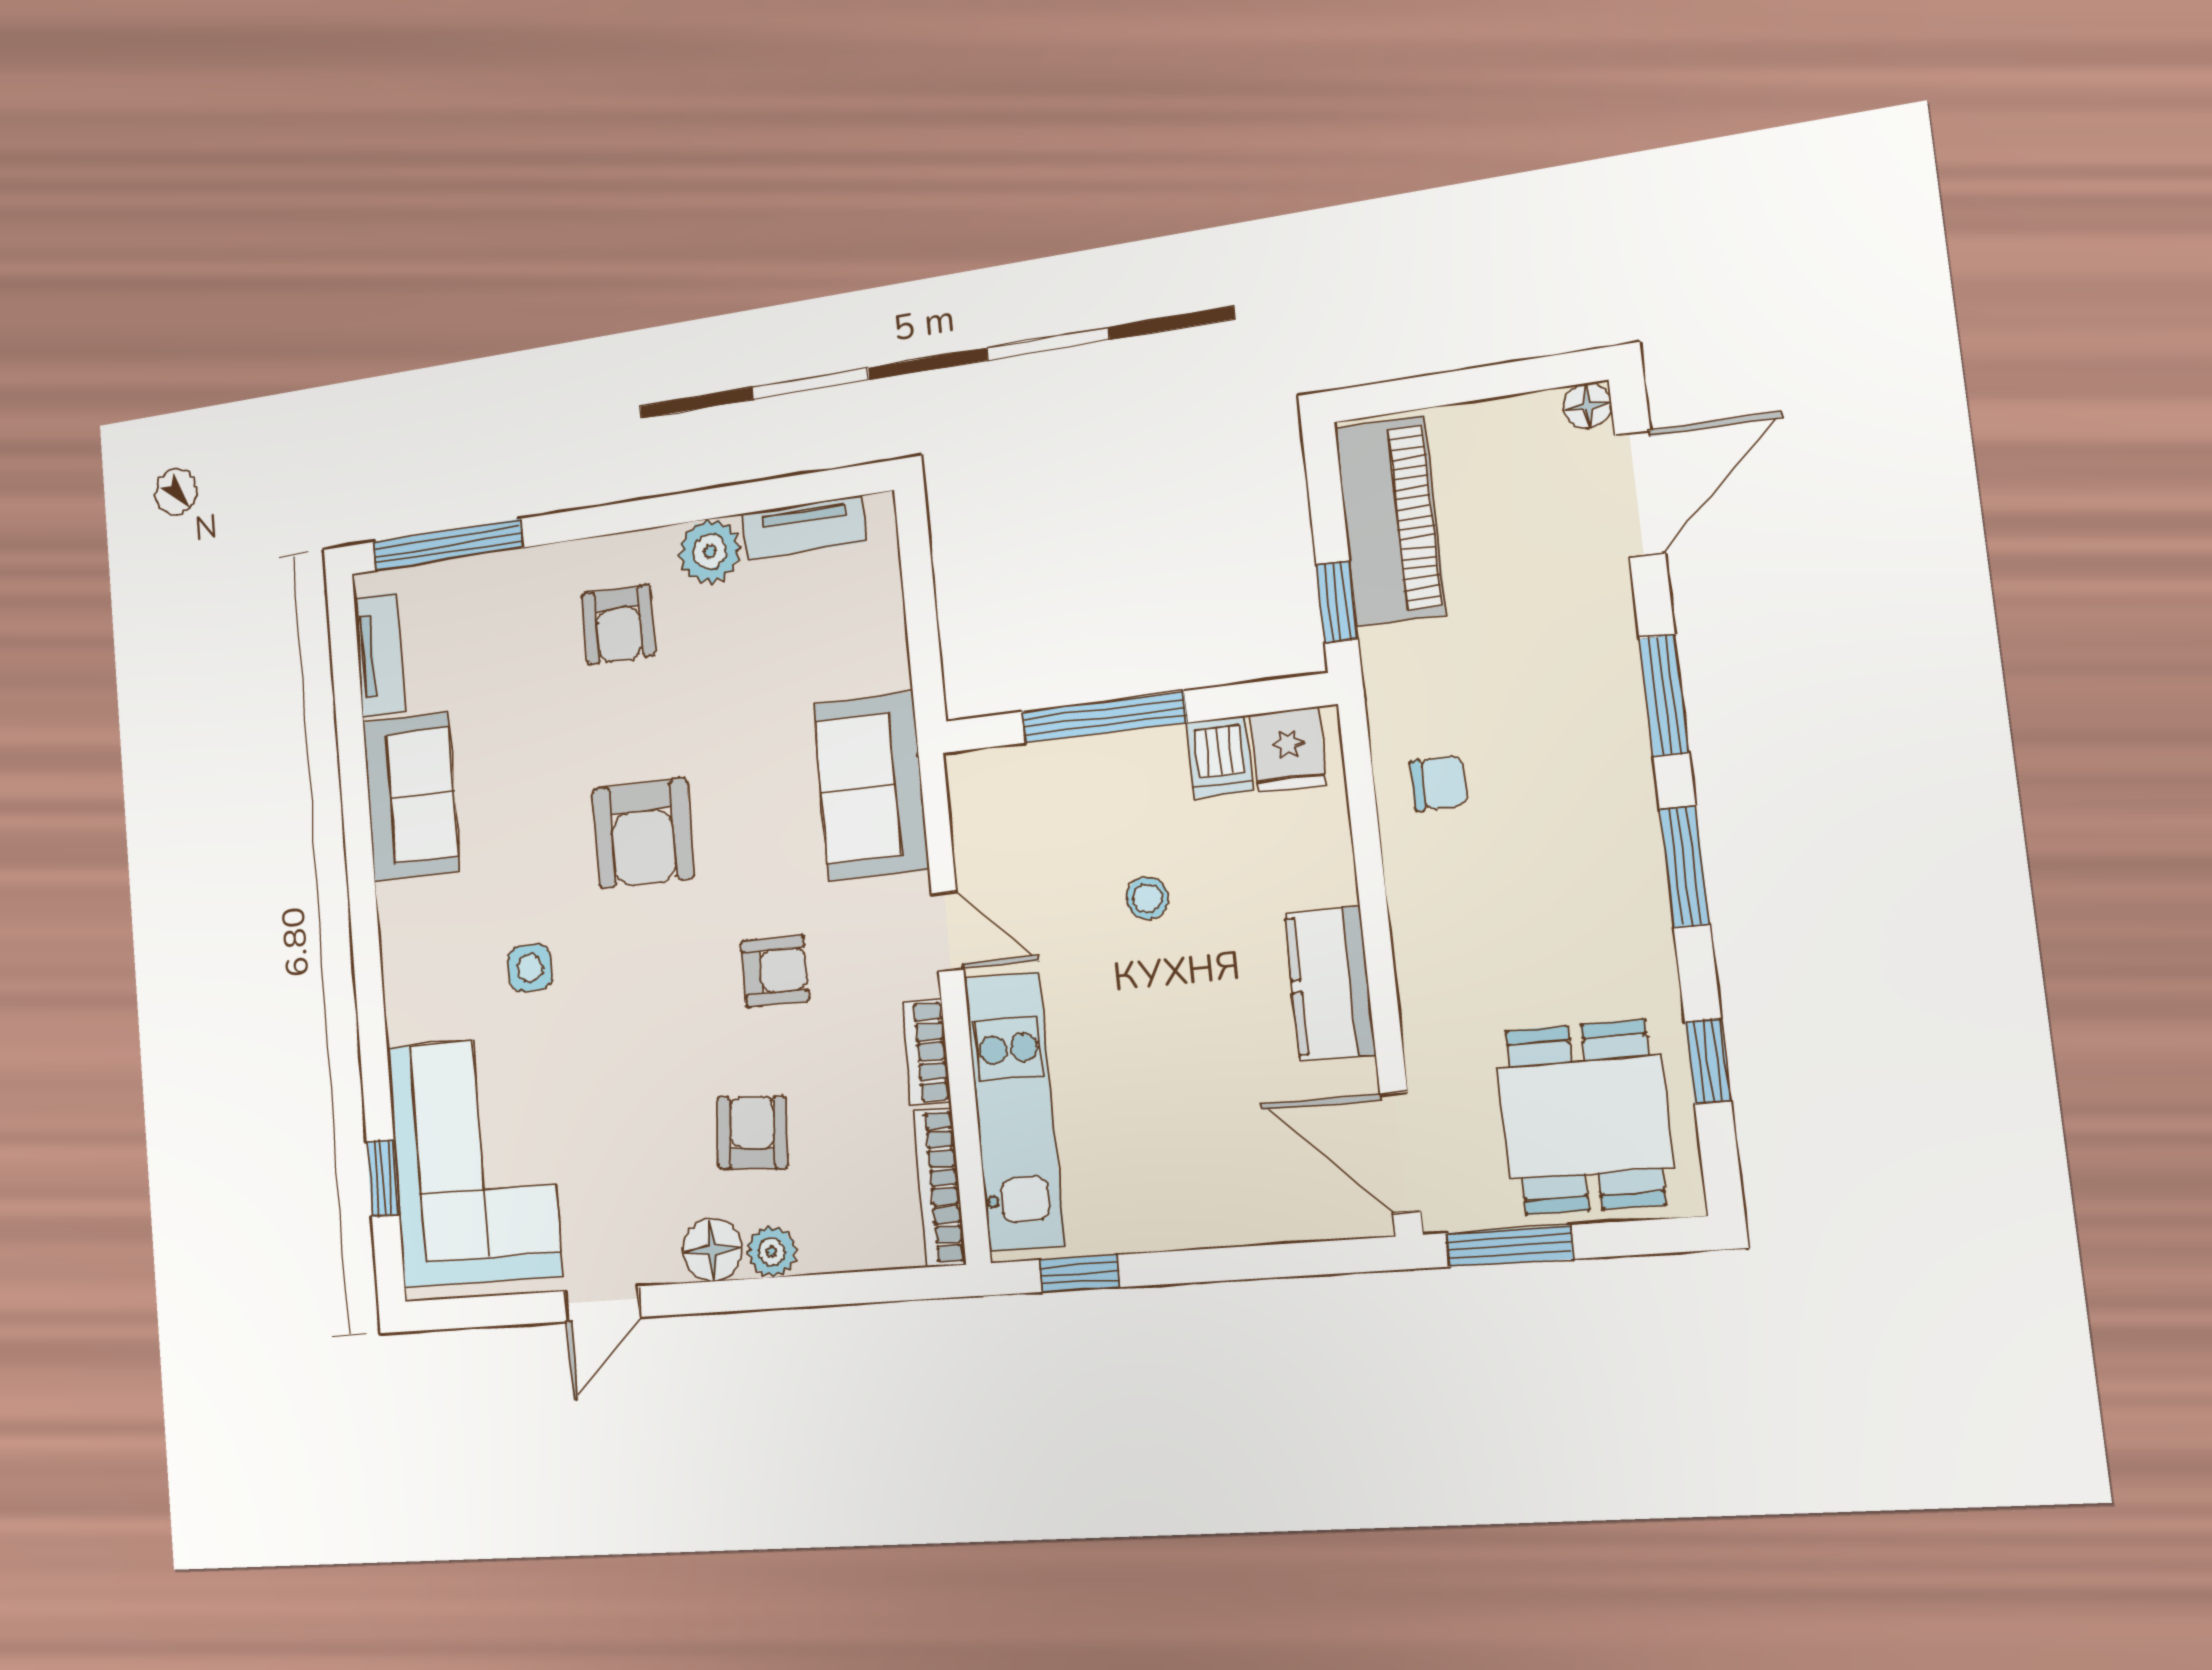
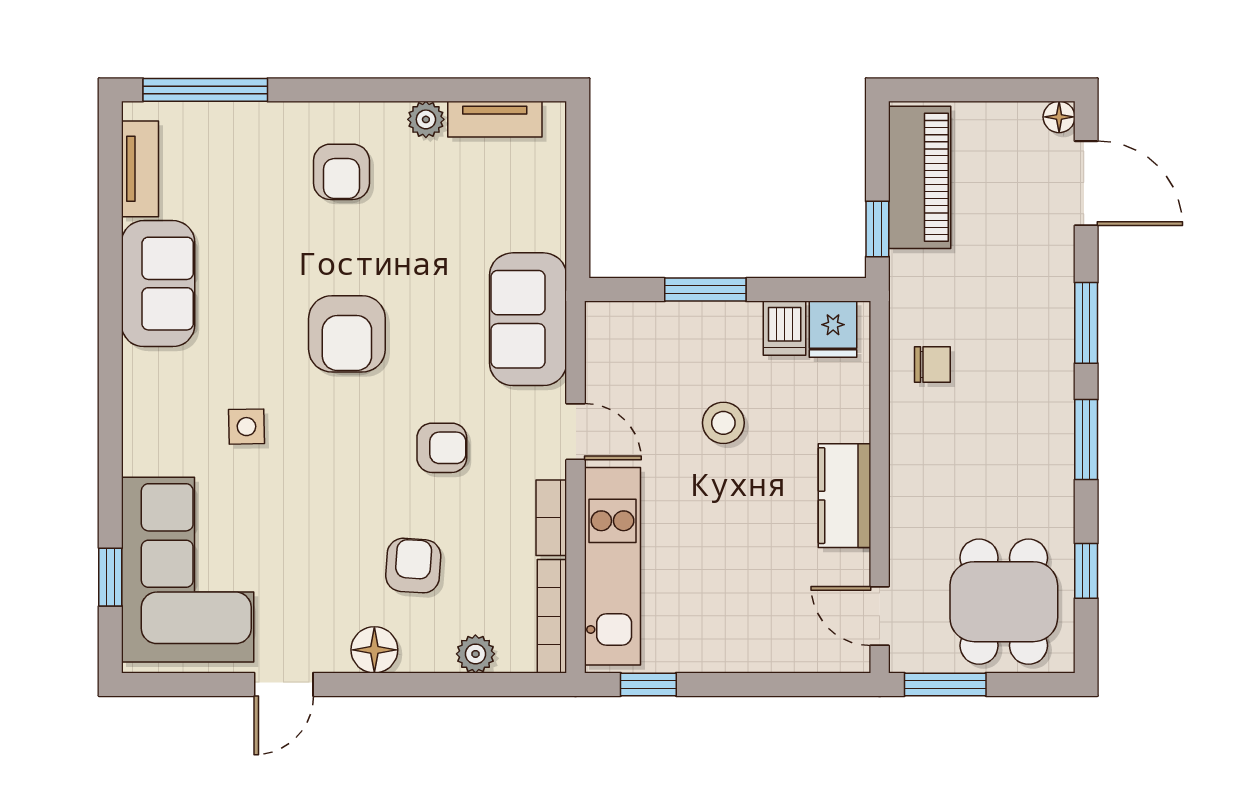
door: (1640, 494) -> (1086, 183), hinge flipped
plant: (710, 551) -> (426, 119), width x0.73, depth x0.73
window: (1104, 717) -> (705, 290), width x0.69
stool: (1147, 898) -> (723, 423), width x1.37, depth x1.37
door: (1400, 1152) -> (880, 616), width x0.73
plant: (772, 1251) -> (475, 654), moved

